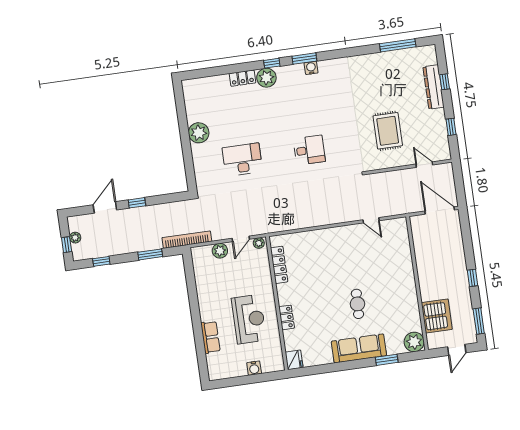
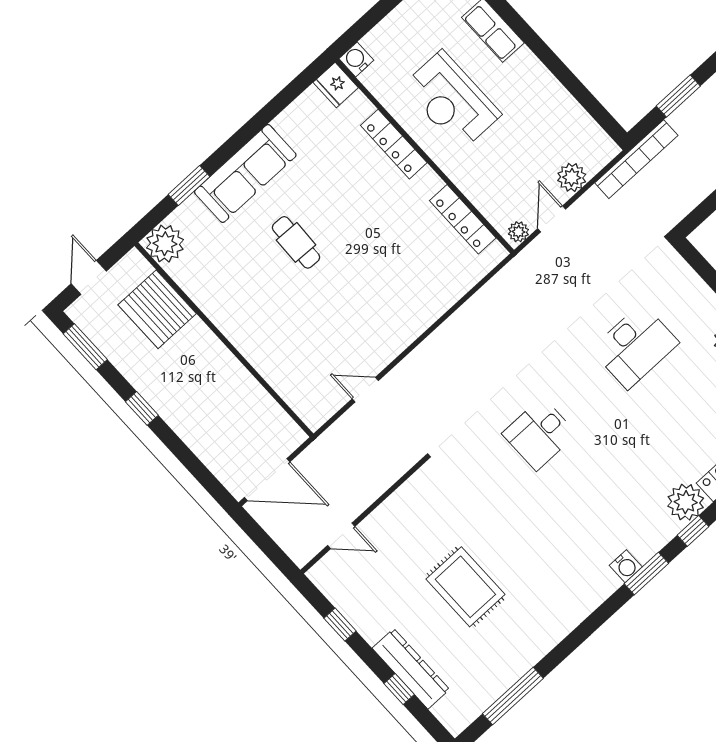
rug: (388, 131) -> (465, 587), moved
locker: (287, 317) -> (394, 144), width x1.53
water cooler: (254, 368) -> (356, 59), moved

